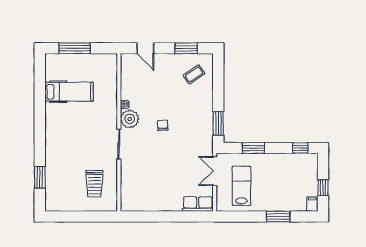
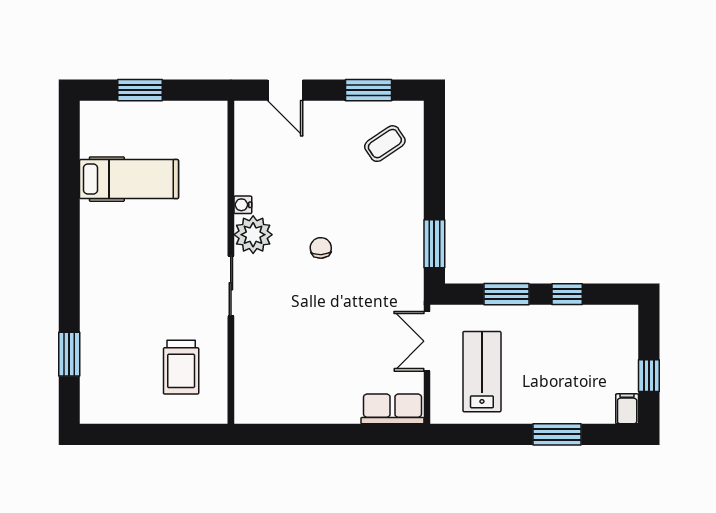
window: (74, 48) -> (140, 90), width x0.69
window: (300, 148) -> (567, 294), moved

